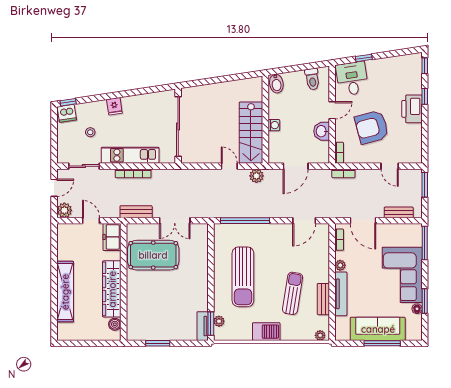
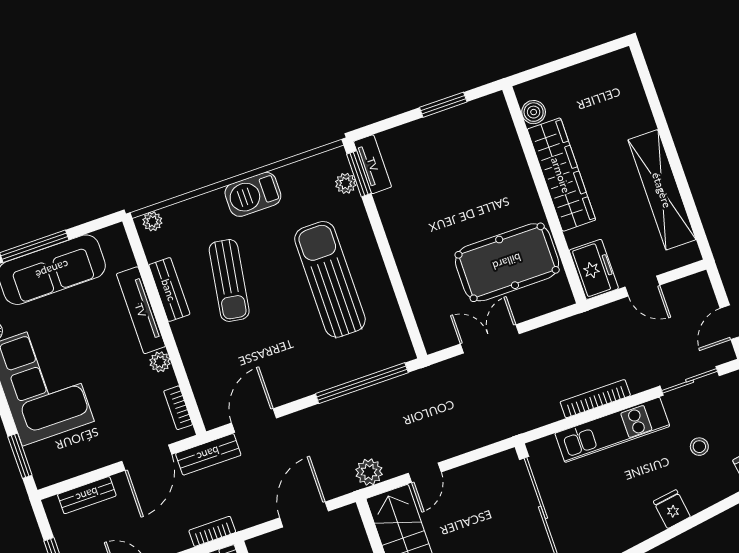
door: (229, 166) -> (425, 473), hinge flipped
plant: (64, 210) -> (697, 288), removed
bench: (136, 212) -> (208, 454), moved
door: (363, 221) -> (147, 458), swing flipped
window: (425, 243) -> (20, 456), width x0.69
shelving: (65, 292) -> (662, 190), moved

